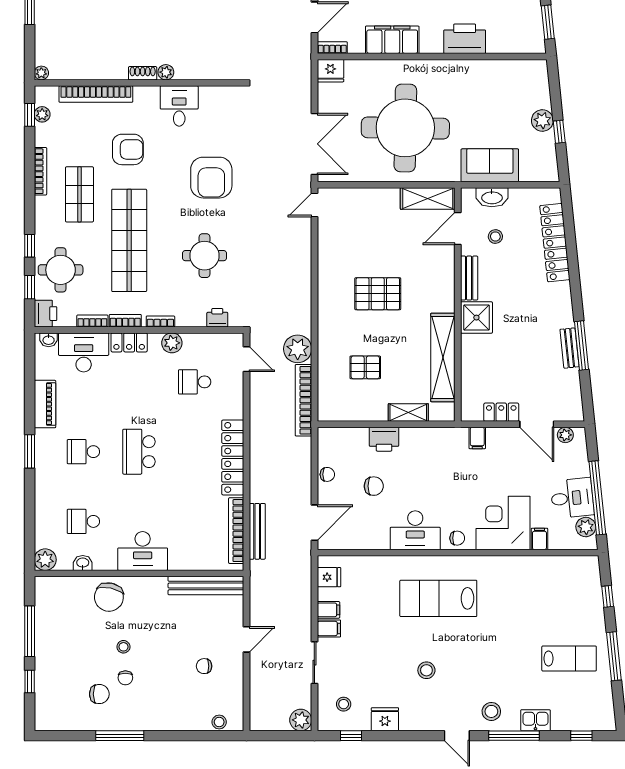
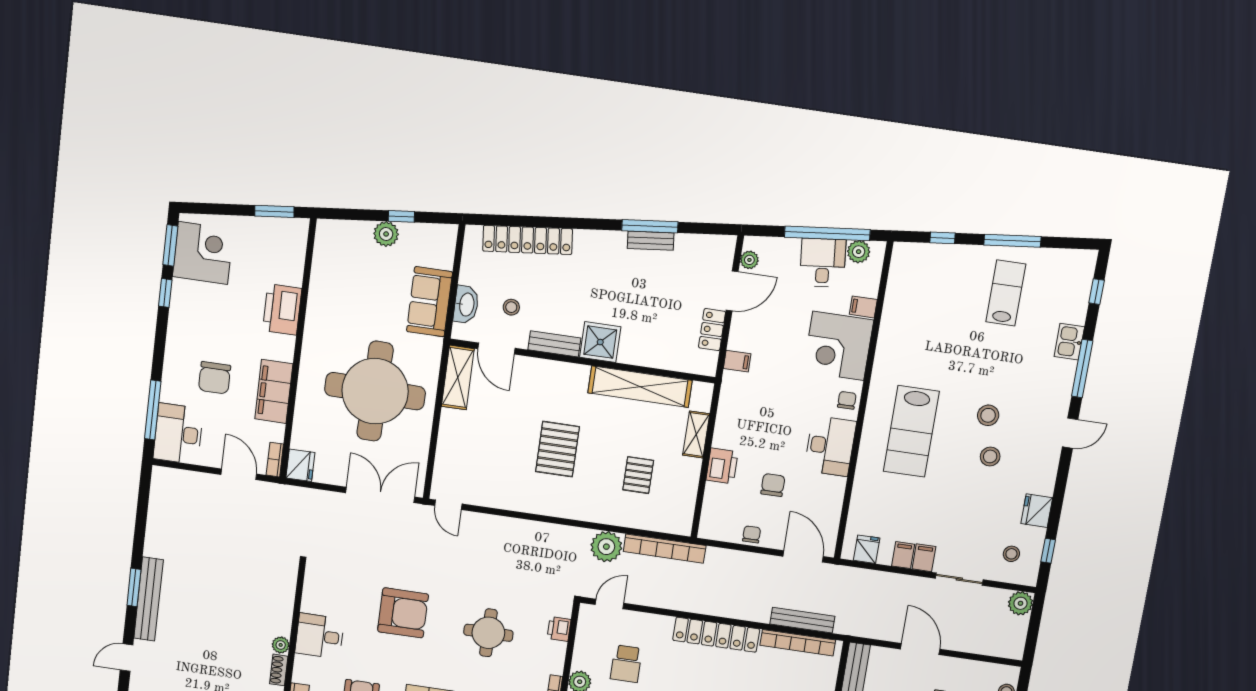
door: (247, 639) -> (920, 649), width x1.38
stool: (491, 711) -> (988, 415), moved

